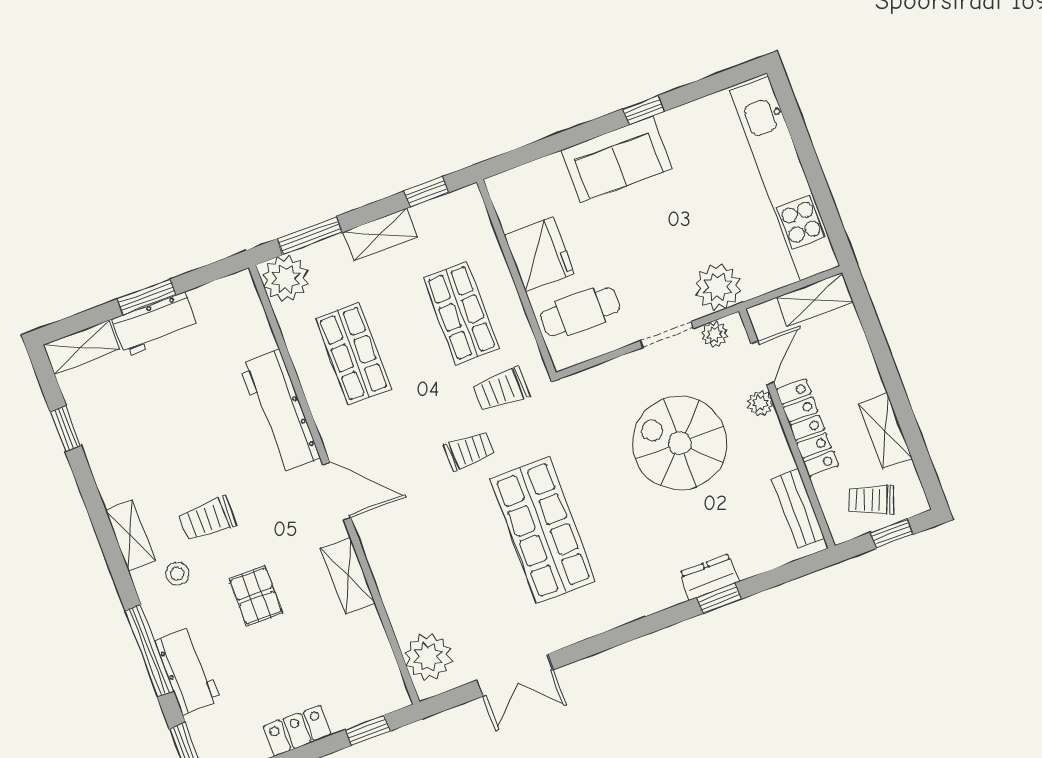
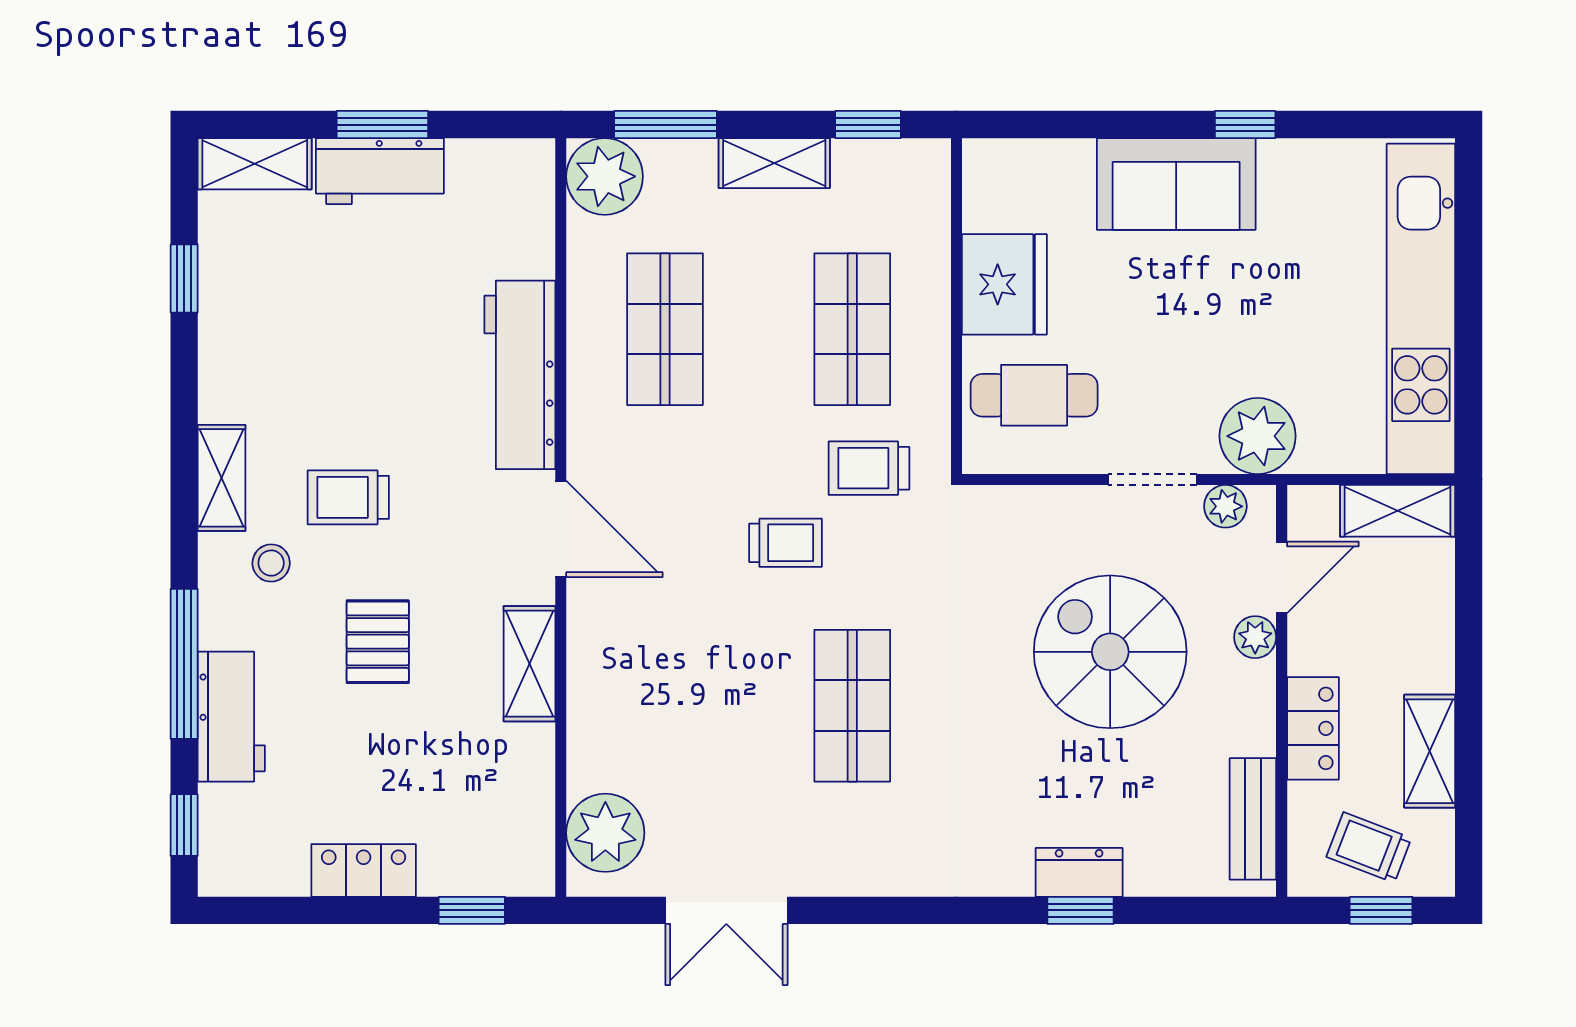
locker: (807, 428) -> (1313, 728), width x0.66
shop shelf: (543, 530) -> (852, 706), width x0.70, depth x0.74

